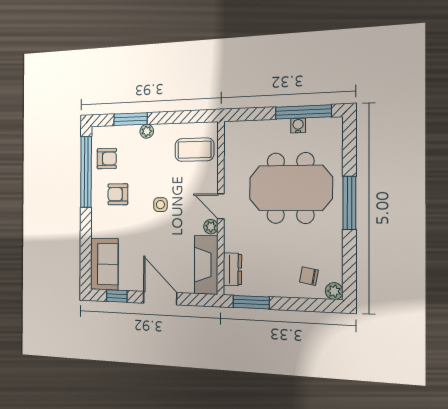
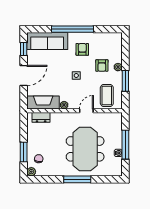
window: (303, 112) -> (125, 145), moved
window: (130, 119) -> (125, 81), moved
armchair: (107, 159) -> (102, 65), moved
window: (86, 172) -> (73, 29), moved
door: (221, 206) -> (86, 111), moved
sofa: (104, 264) -> (47, 41), width x1.36
window: (251, 302) -> (24, 152), moved

